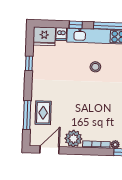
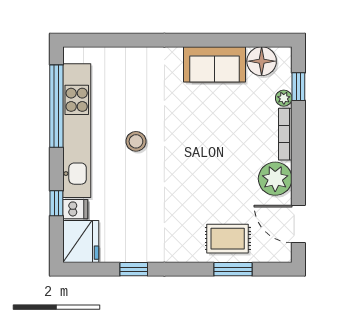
window: (76, 25) -> (56, 203), moved
window: (27, 115) -> (233, 269), width x0.69

